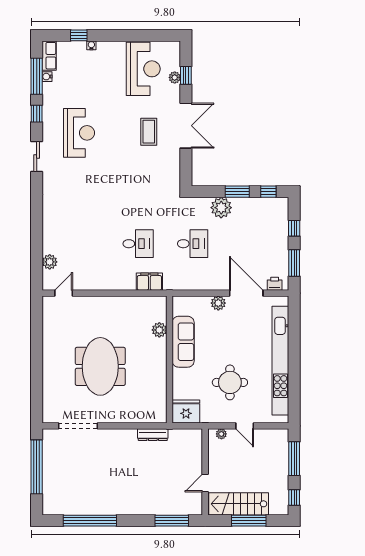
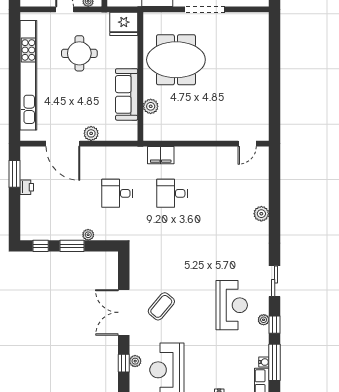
plant: (47, 118) -> (264, 320), added
coffee table: (149, 132) -> (161, 306), turned 40
reception desk: (79, 133) -> (232, 305), turned 180
plant: (221, 208) -> (88, 235), width x0.53, depth x0.53
window: (294, 228) -> (14, 209), removed
plant: (50, 262) -> (261, 214), moved
printer: (275, 284) -> (27, 187), moved, turned -90
meeting table: (100, 366) -> (176, 60), moved, turned 90
doorway: (78, 426) -> (205, 9), moved

